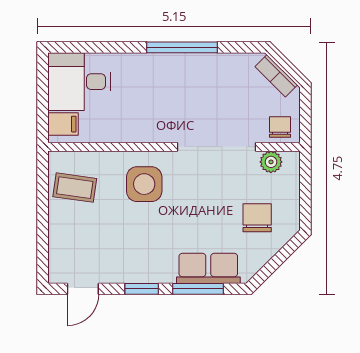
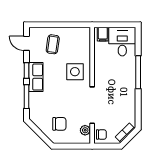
window: (182, 47) -> (138, 72), moved
coffee table: (75, 188) -> (53, 44), moved
row of seats: (208, 268) -> (36, 77), moved

